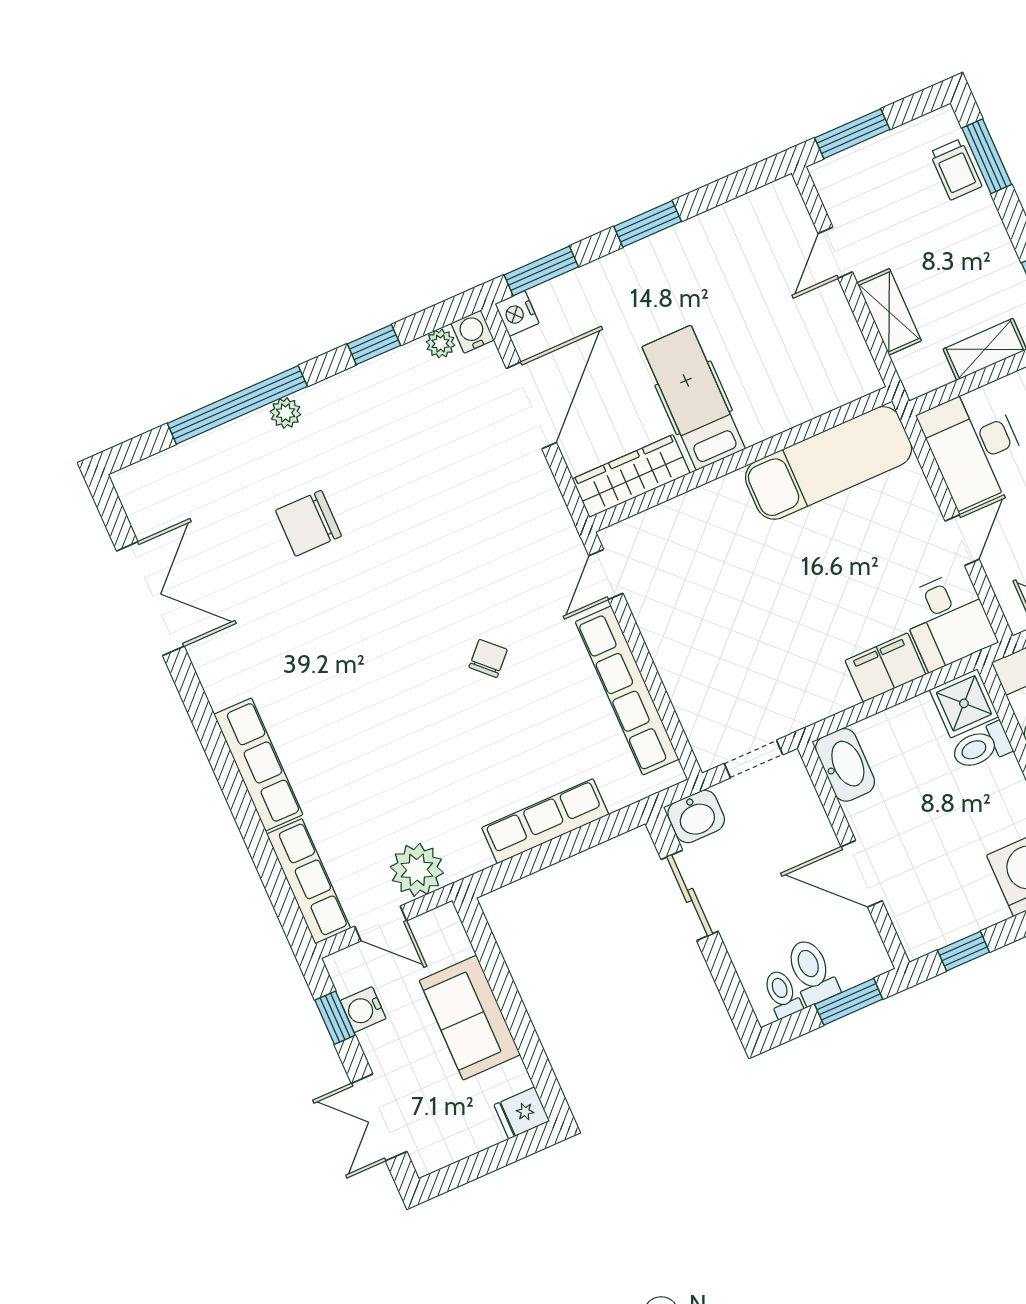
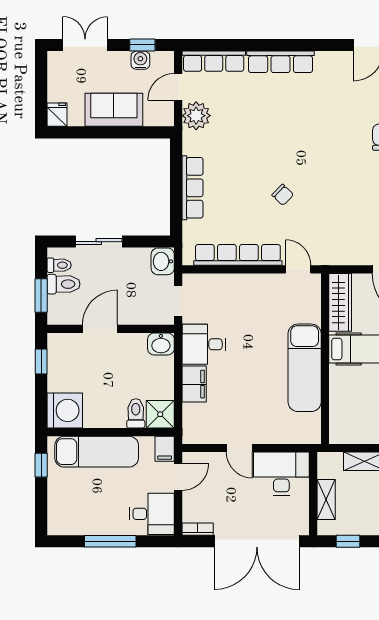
exam couch: (829, 463) -> (305, 368), moved
desk: (947, 620) -> (204, 344), moved
washbasin: (845, 765) -> (161, 344), width x0.72
sliding door: (690, 895) -> (99, 242), moved

